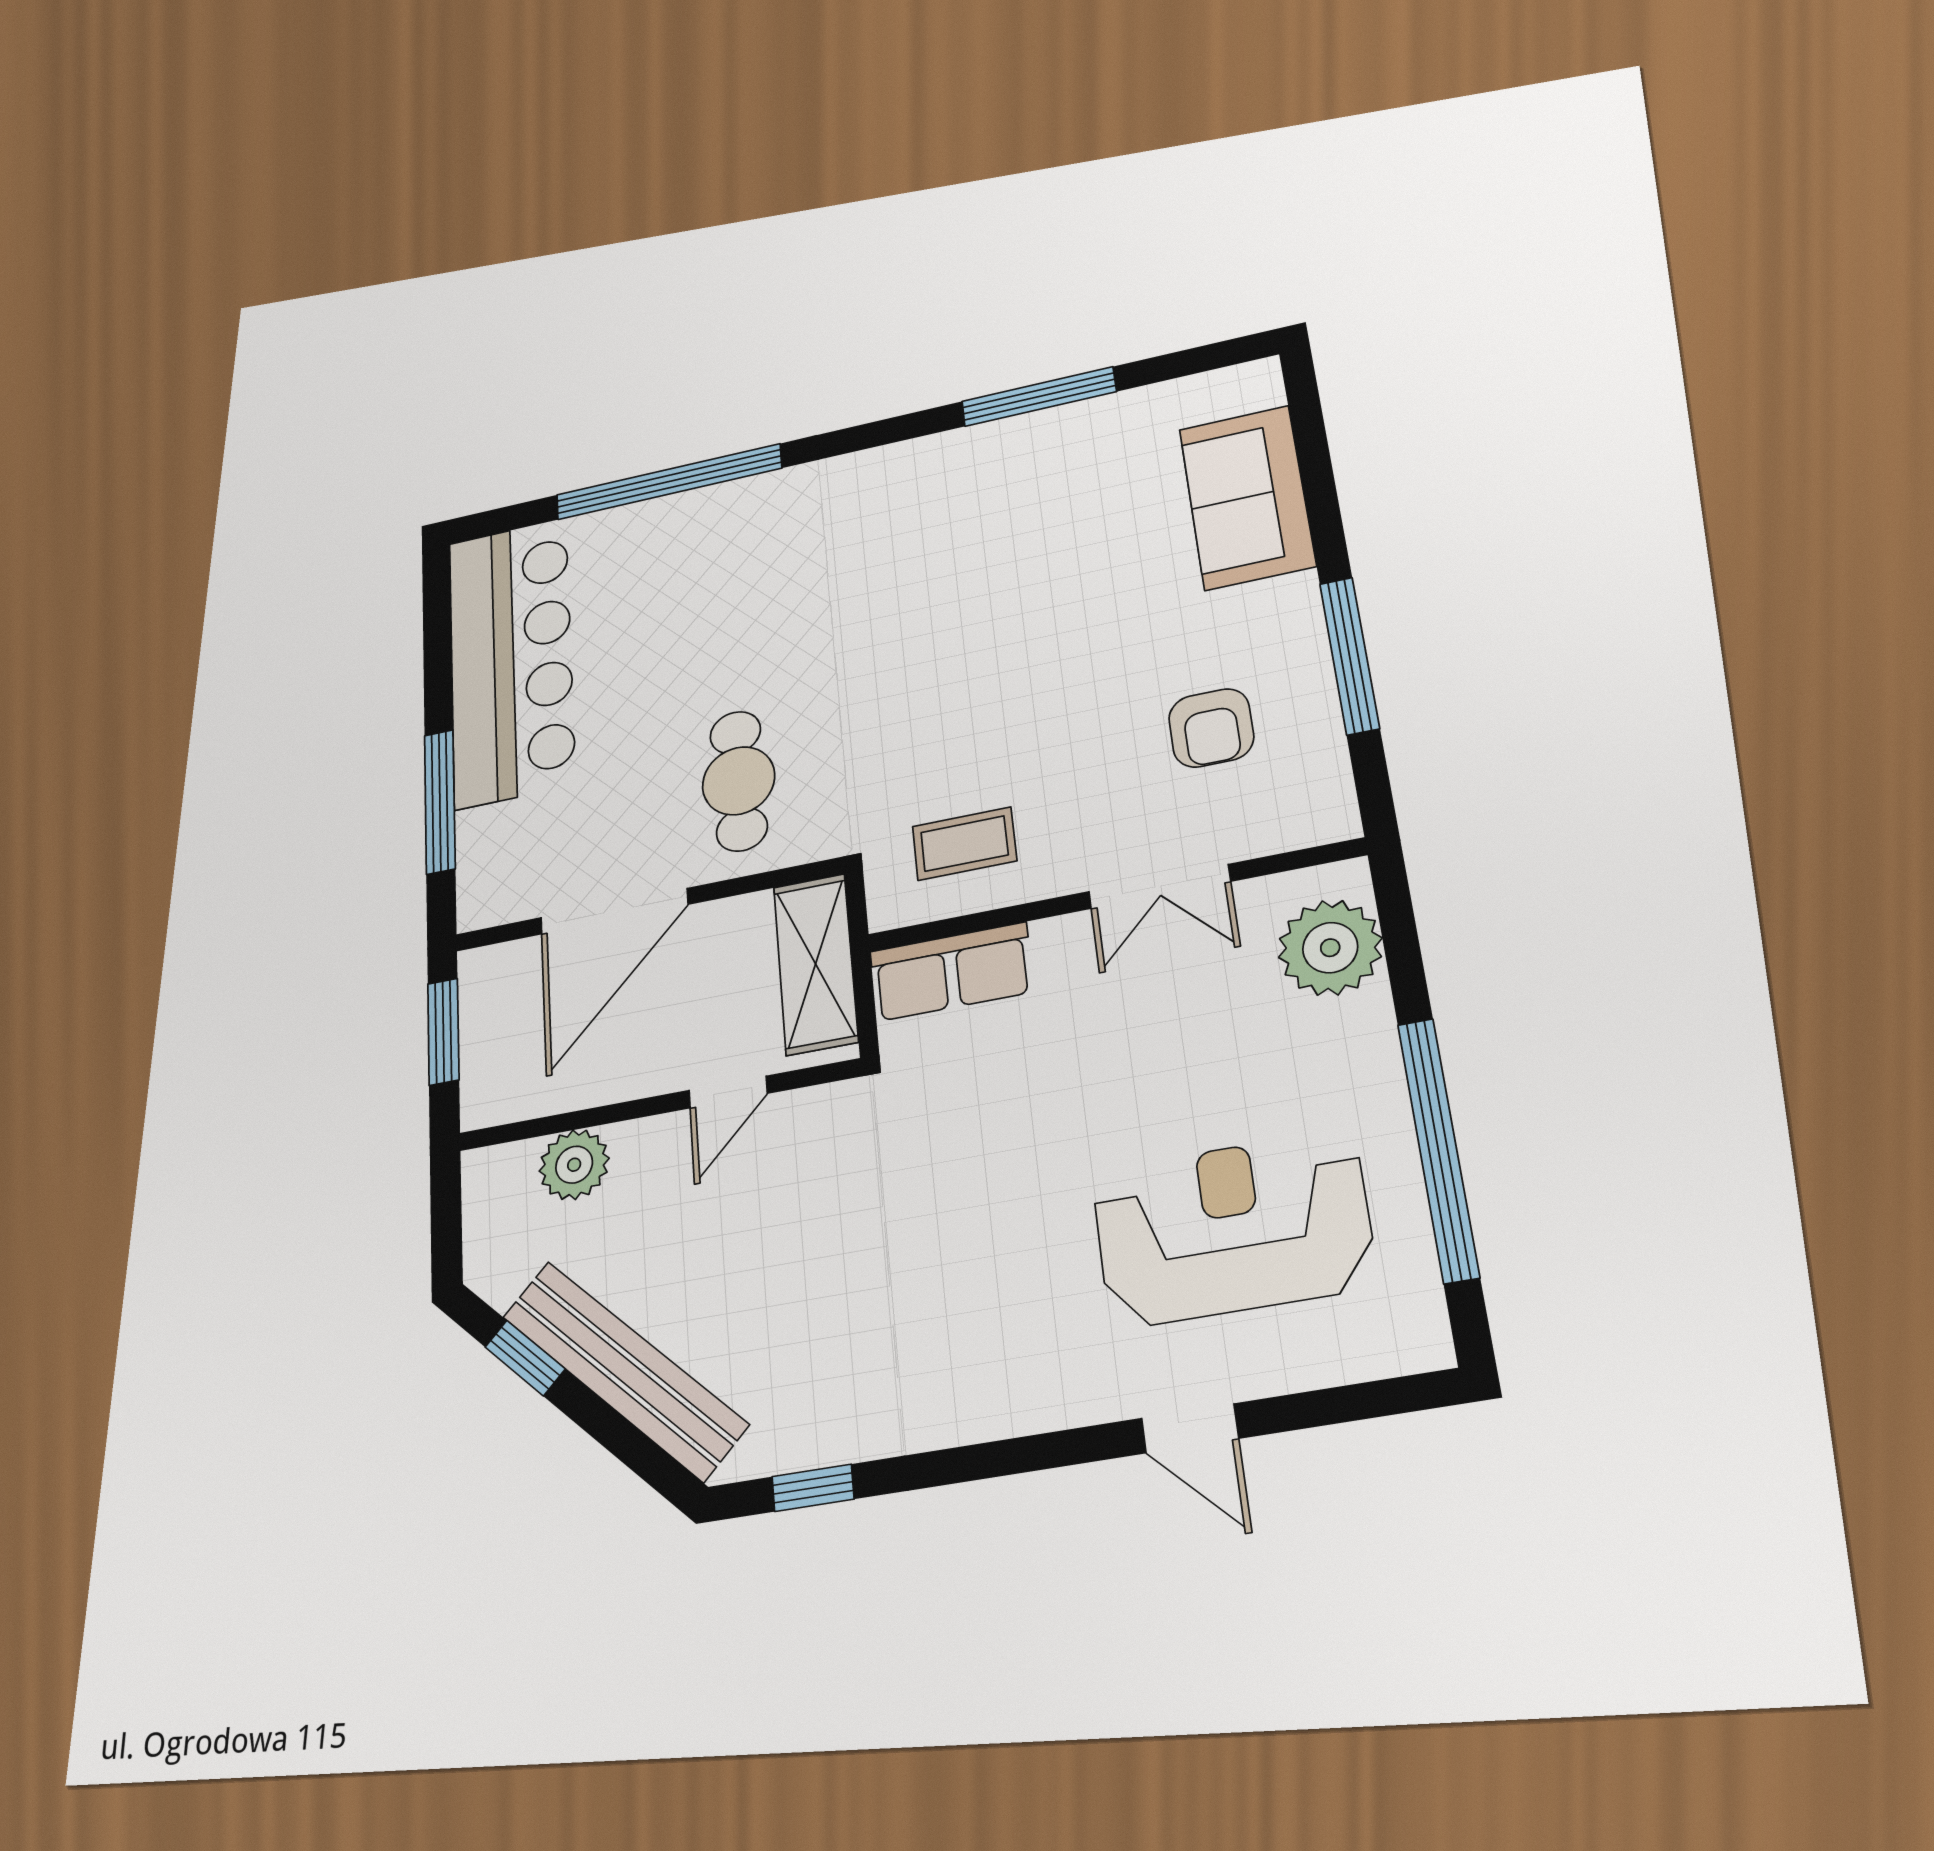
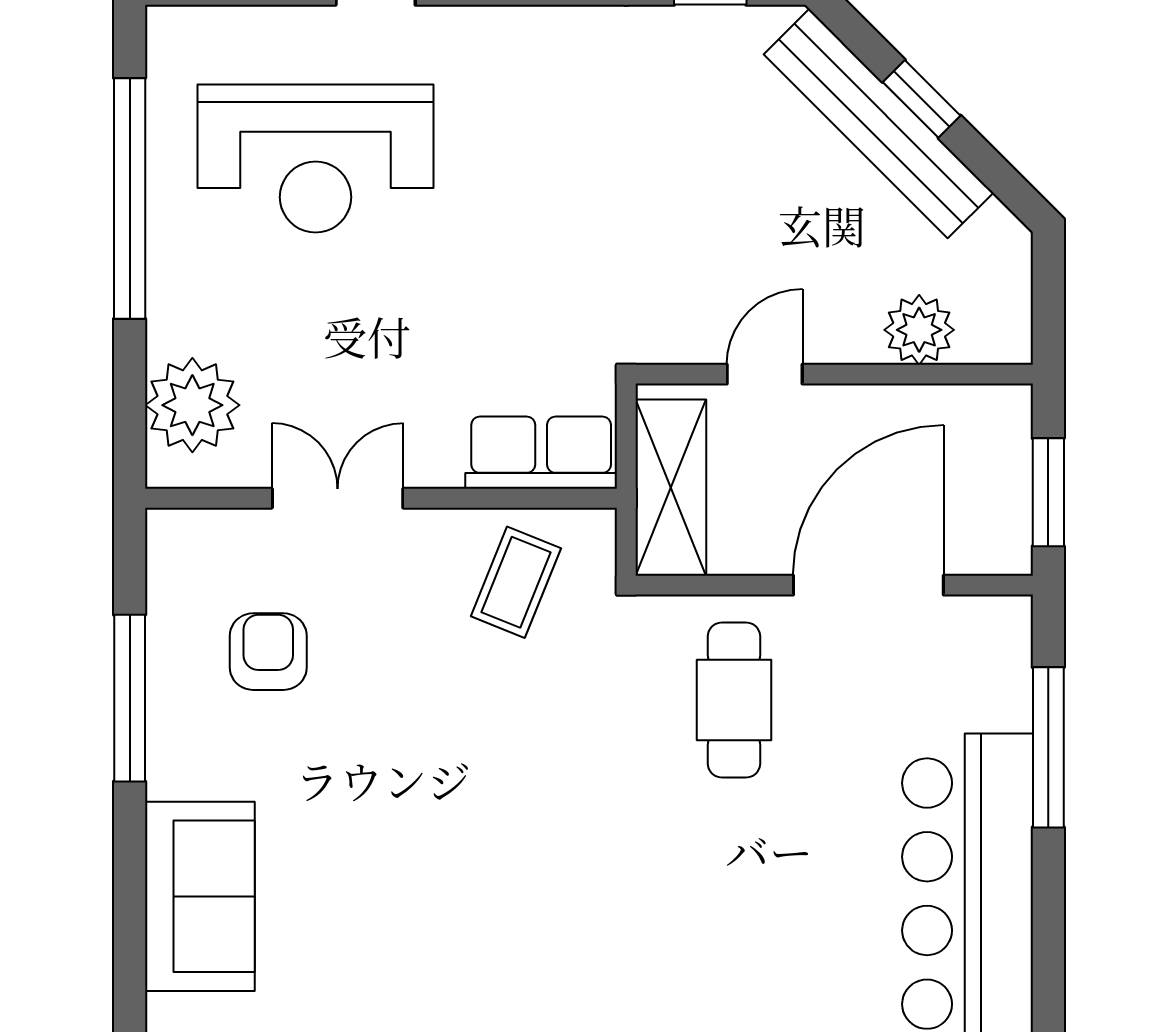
coffee table: (964, 844) -> (516, 582), turned -68
window: (525, 1358) -> (922, 99), moved

